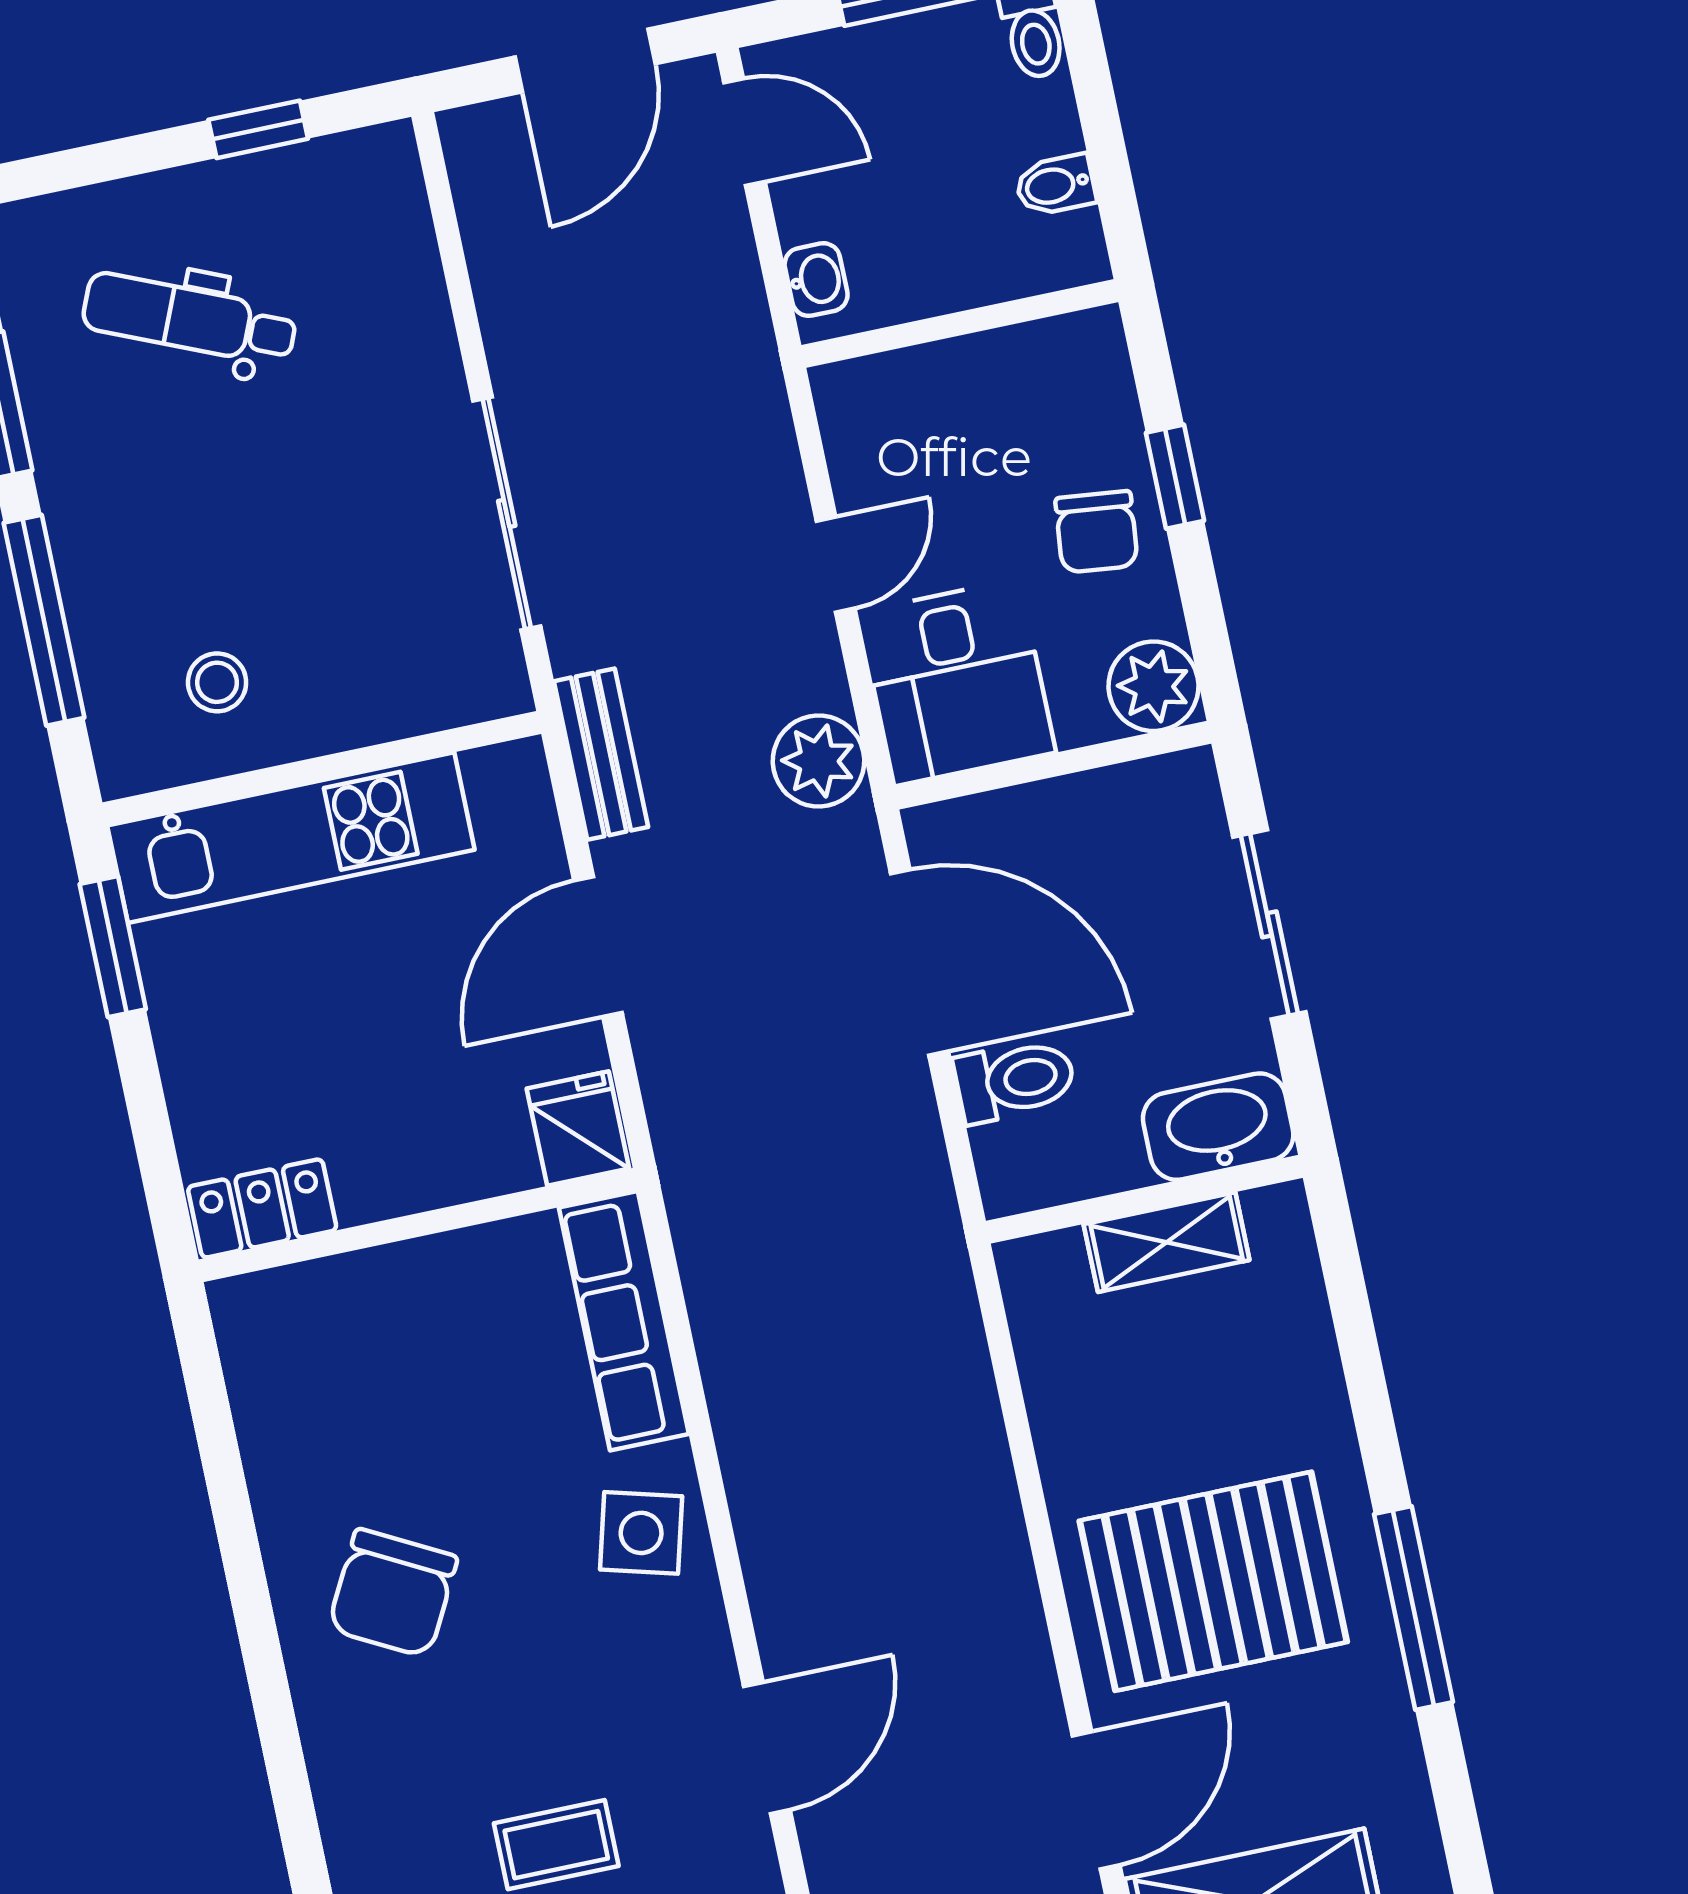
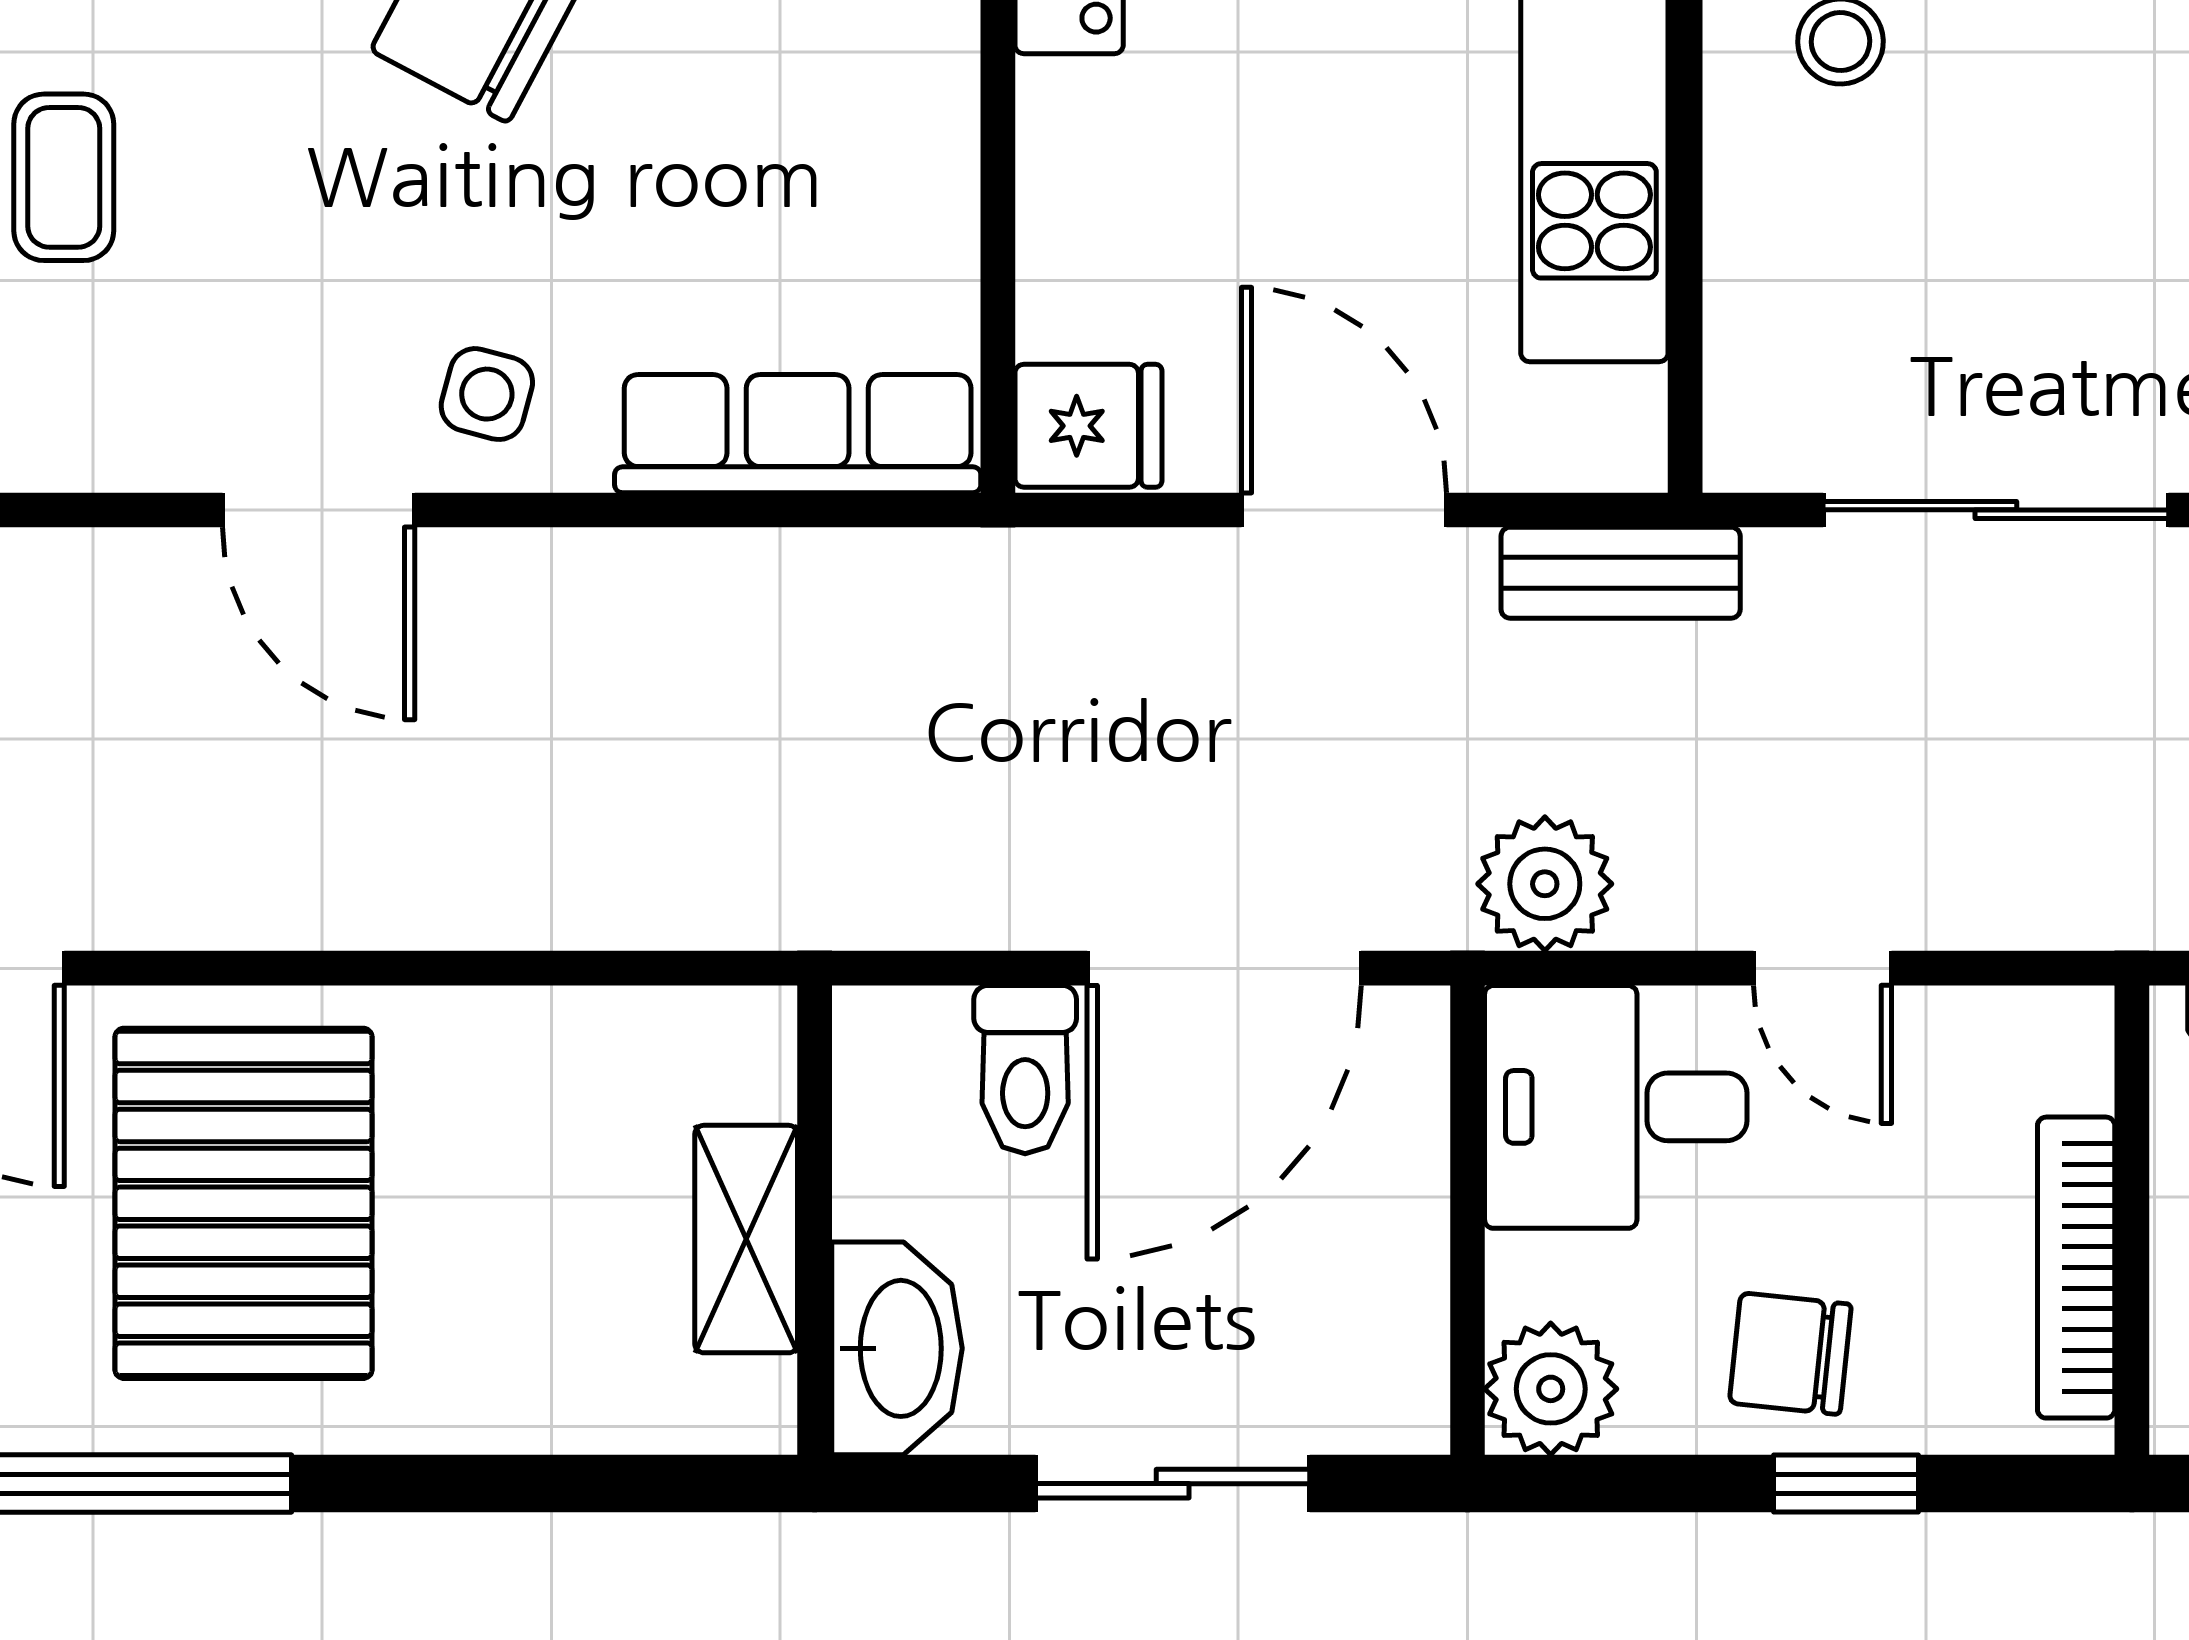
bookcase: (999, 354) -> (2076, 1268), added
side table: (641, 1533) -> (487, 394), width x0.73, depth x0.73
door: (767, 1748) -> (319, 510), moved

